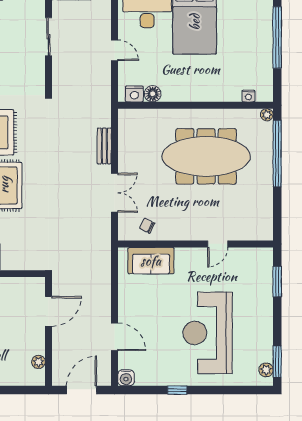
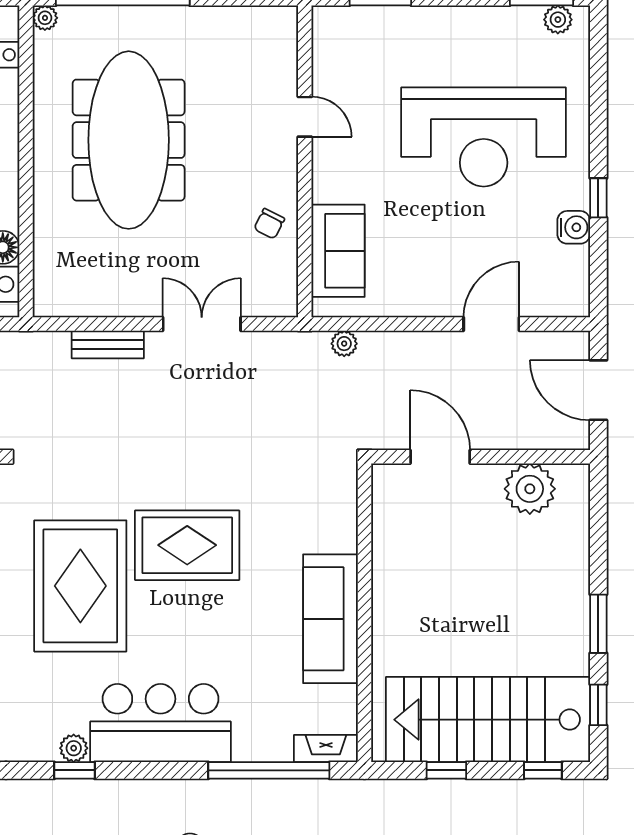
chair: (147, 226) -> (269, 224), moved
plant: (105, 264) -> (344, 344), added
plant: (38, 362) -> (530, 489), width x1.87, depth x1.87
water cooler: (126, 378) -> (574, 227), moved

